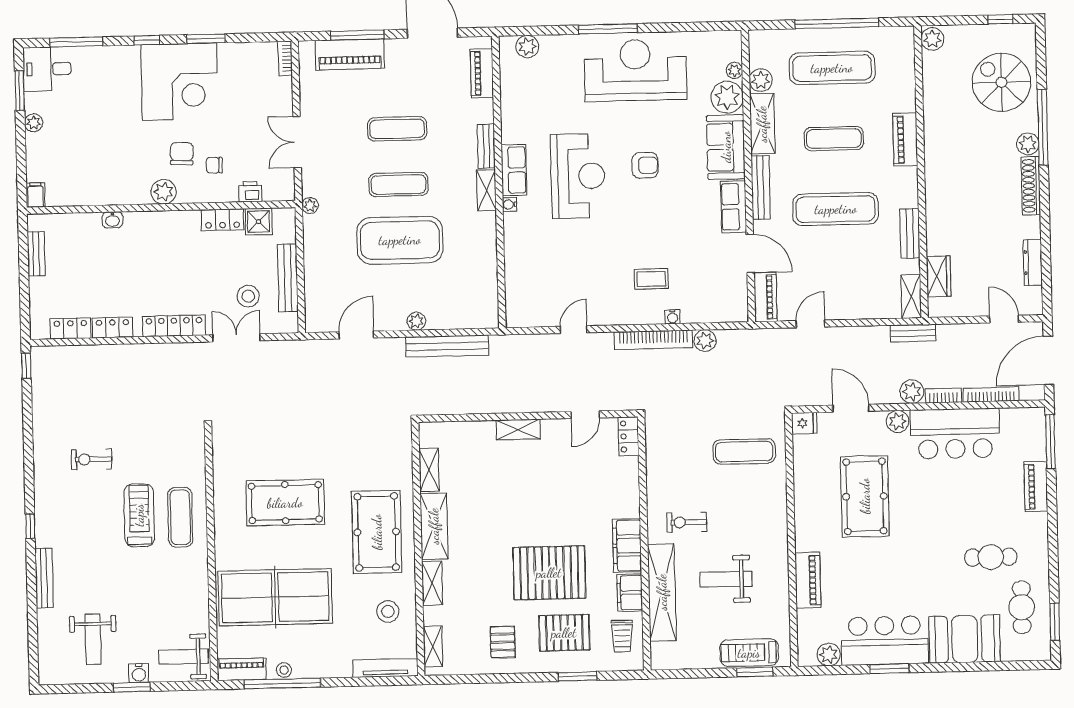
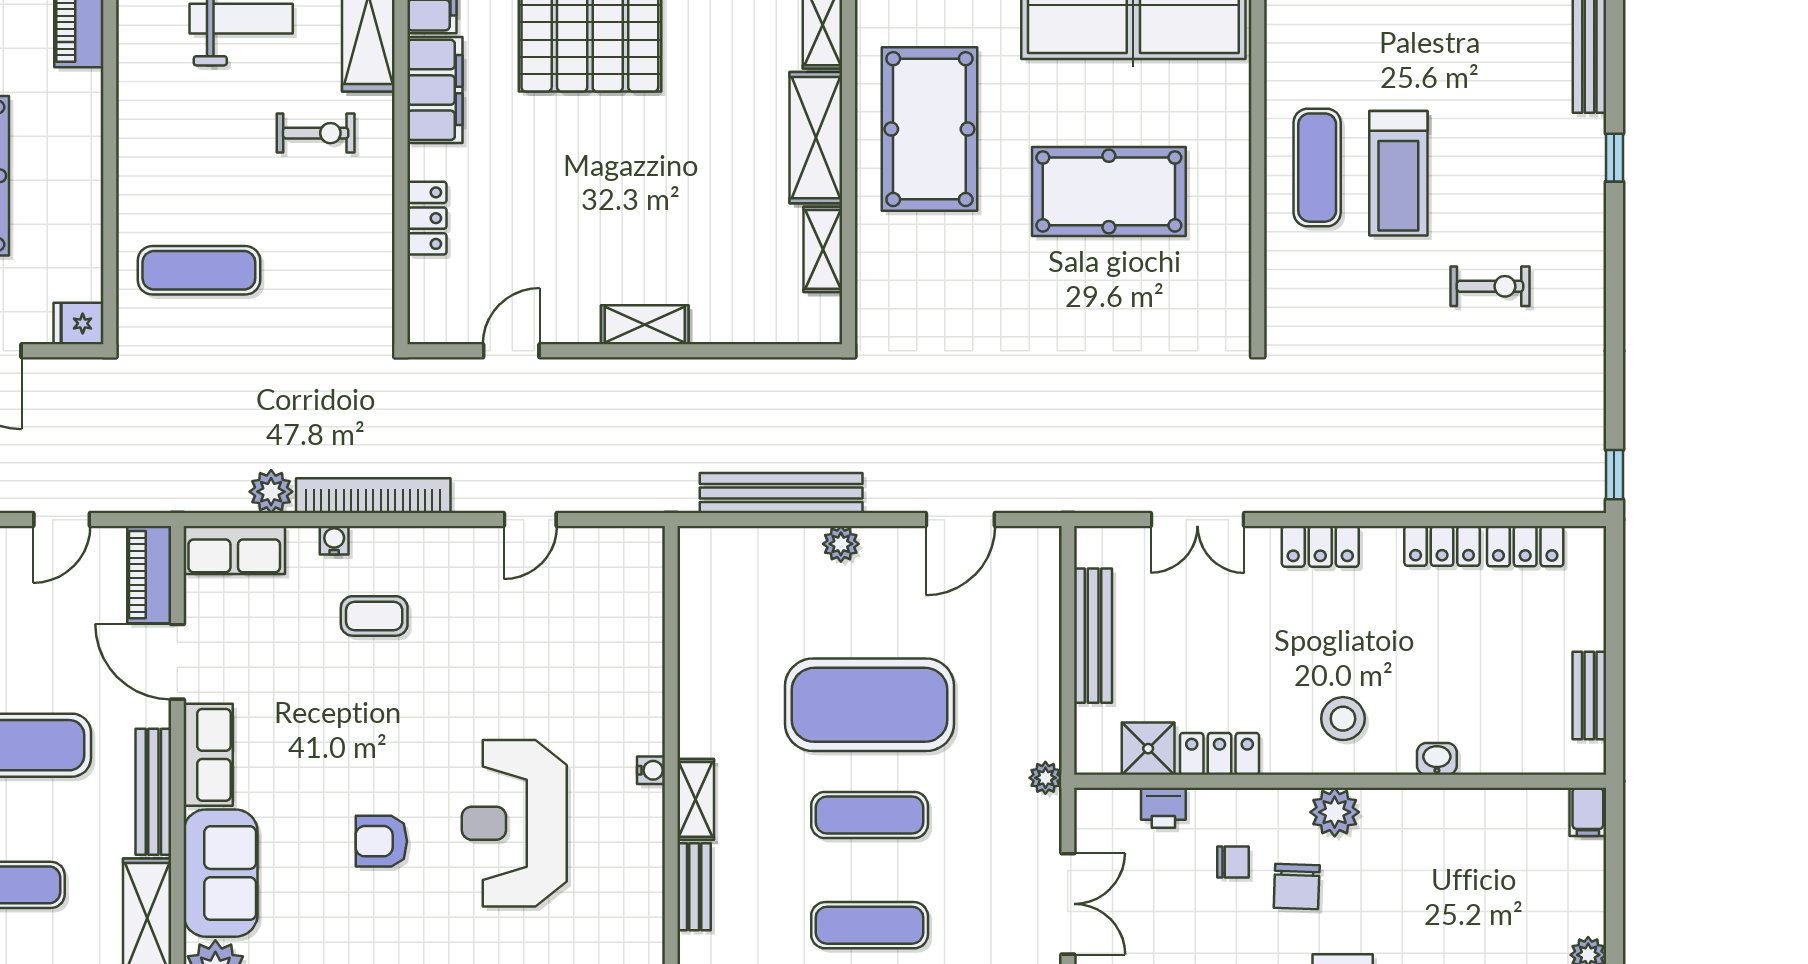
row of seats: (514, 170) -> (234, 550), moved, turned -90
stool: (248, 296) -> (1343, 719), moved
locker: (174, 326) -> (1320, 546), width x0.66
locker: (628, 436) -> (427, 218), moved

